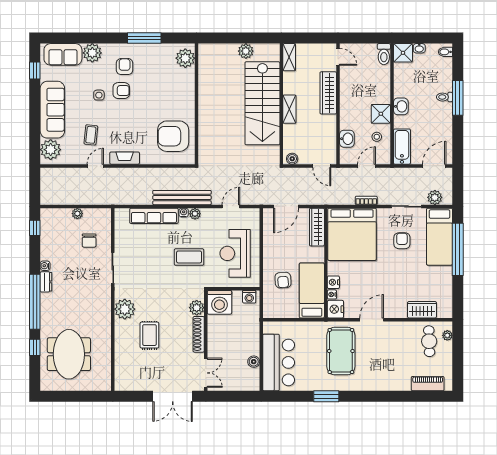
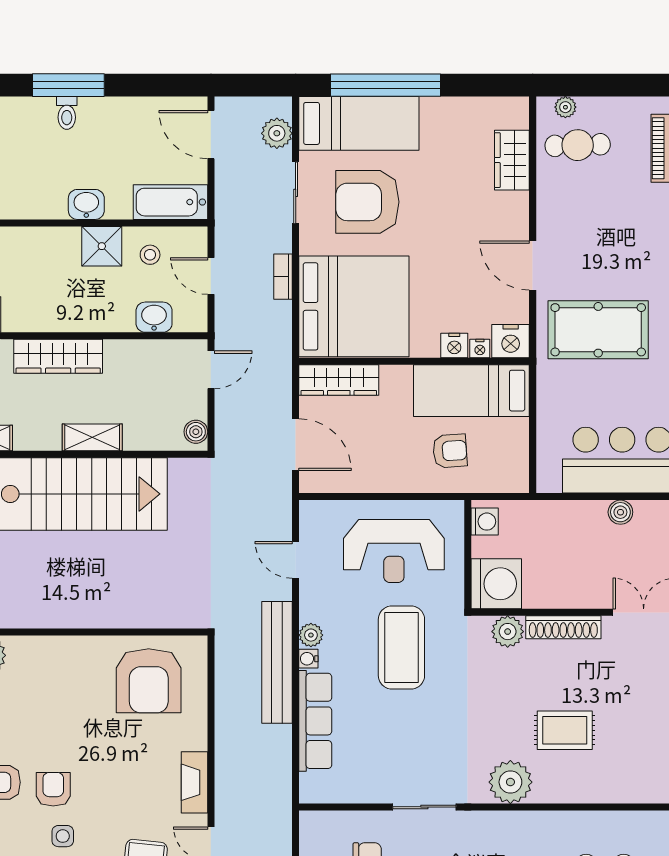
armchair: (402, 241) -> (367, 202), width x1.88, depth x1.88
coffee table: (189, 257) -> (401, 647), width x1.36, depth x1.32

